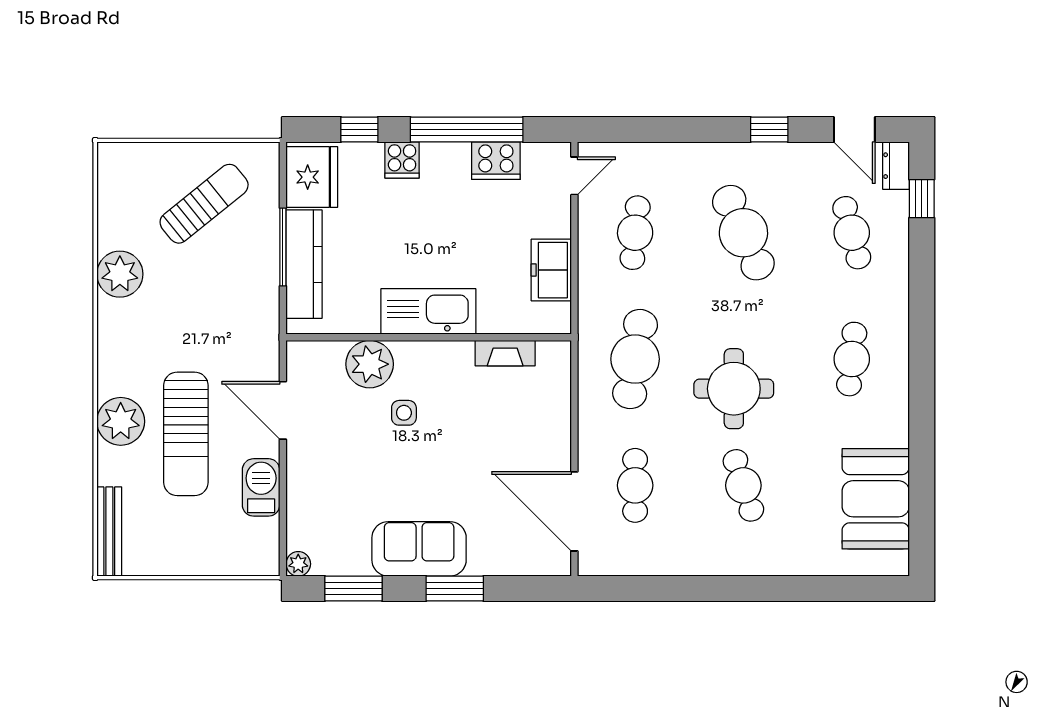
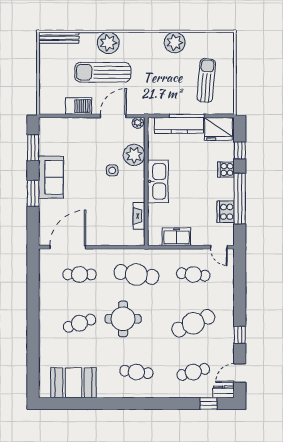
sun lounger: (204, 204) -> (206, 80), turned -136
plant: (298, 564) -> (138, 123), moved

